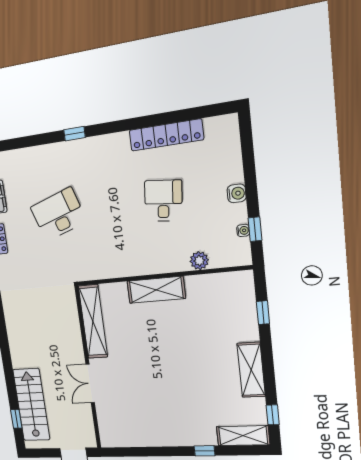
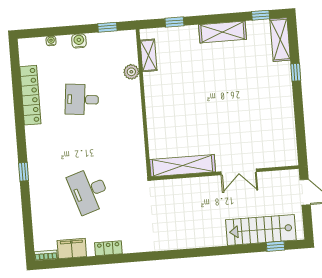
water cooler: (243, 230) -> (51, 41), moved
shelving: (156, 290) -> (148, 55), moved, width x0.67, depth x0.75

